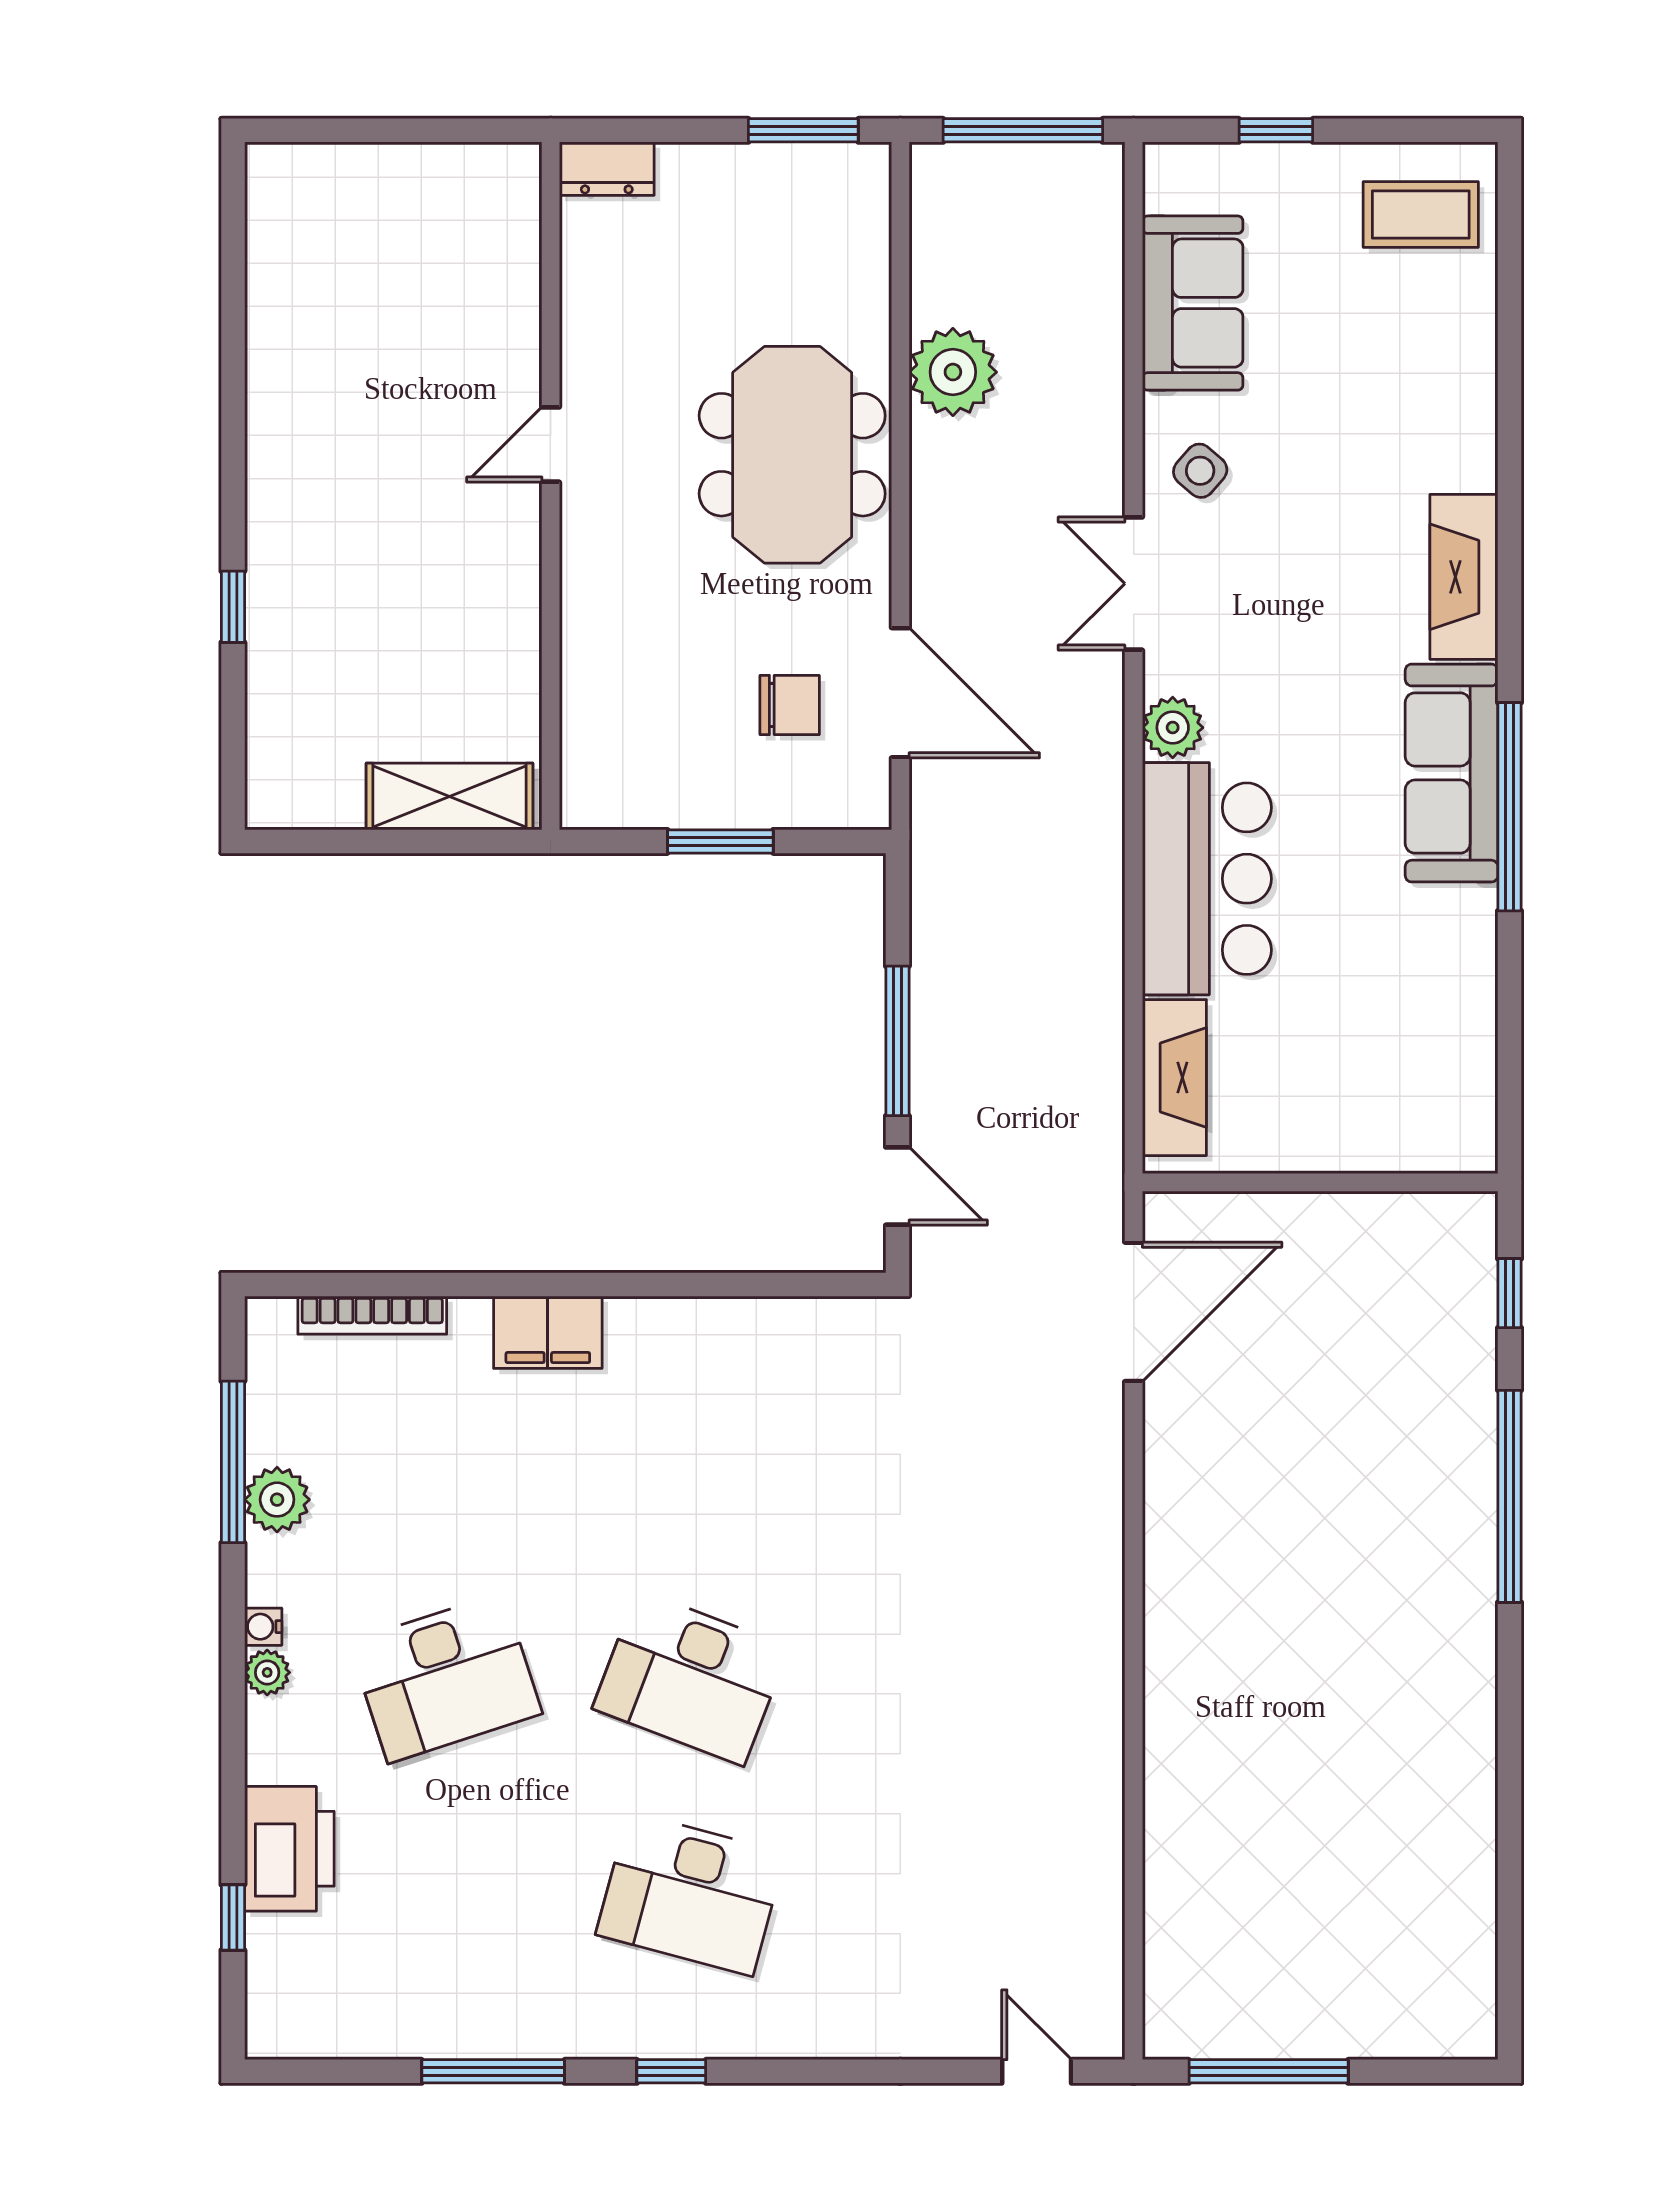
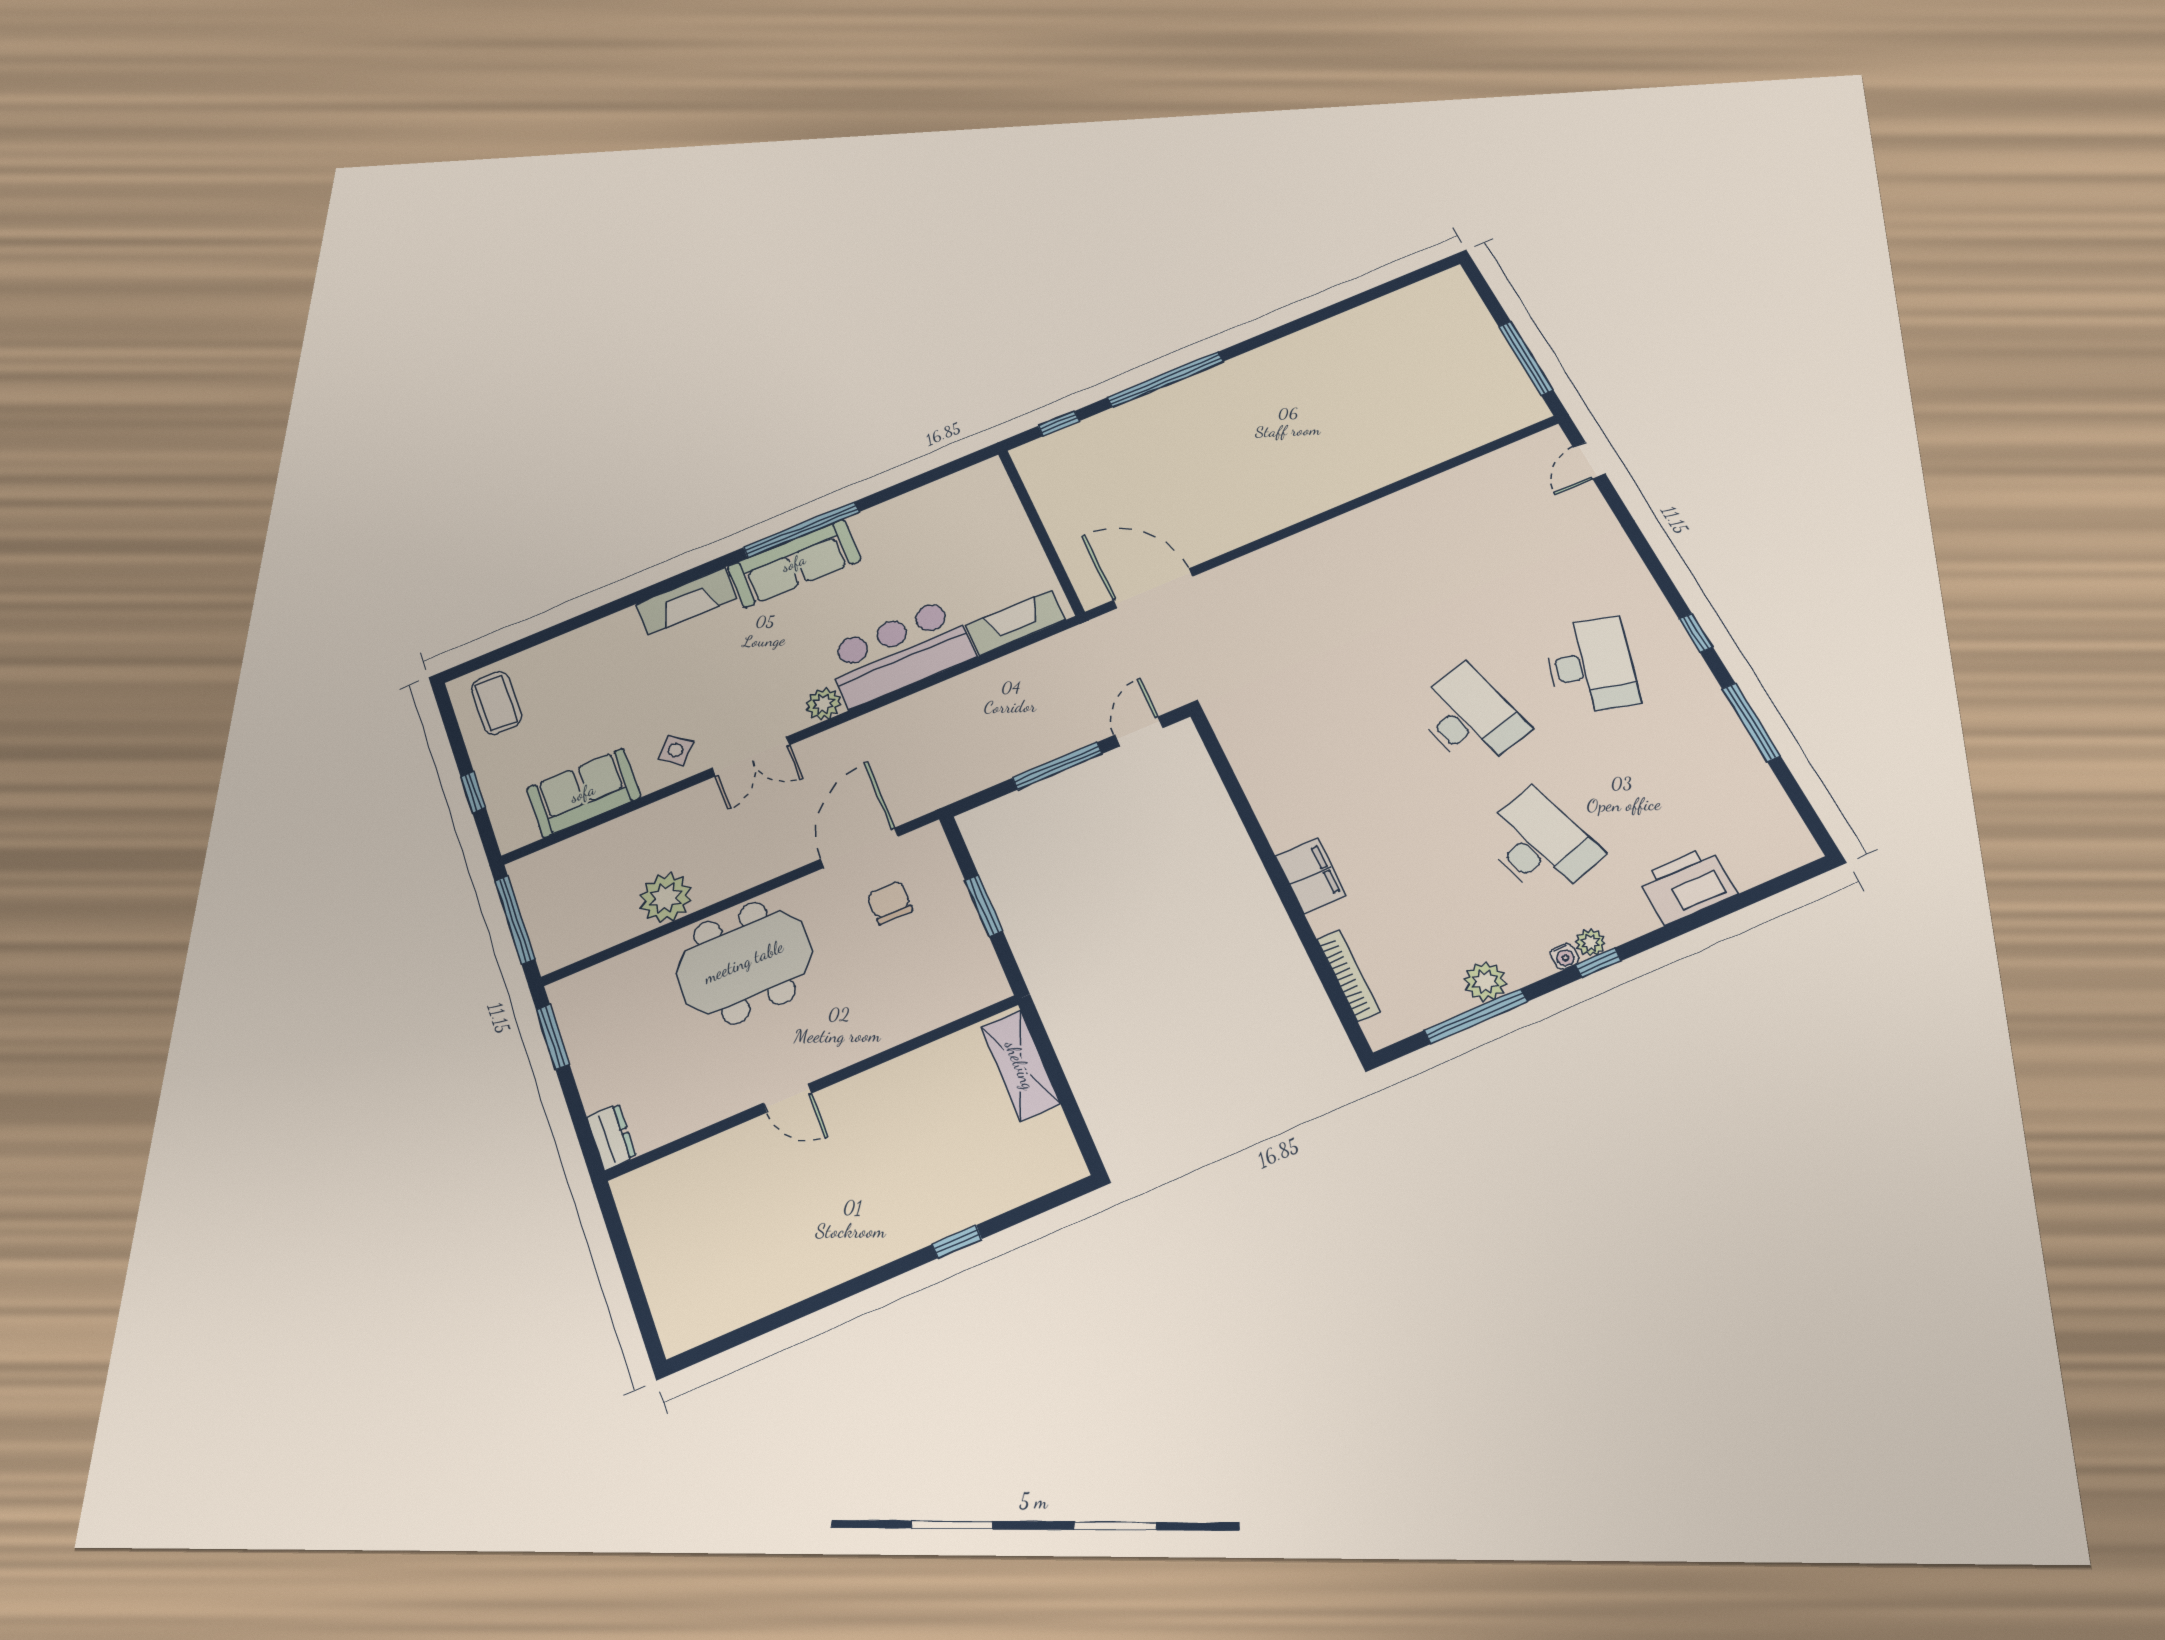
desk: (691, 1678) -> (1469, 717), turned -36
window: (233, 1917) -> (1598, 963), moved

